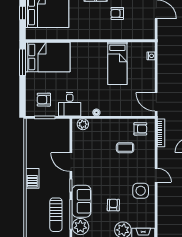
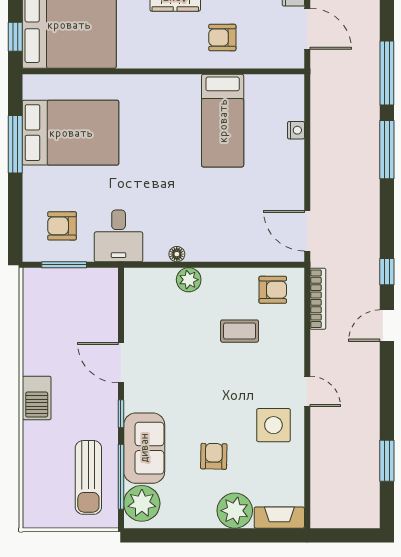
wall: (90, 41) -> (163, 71), moved
bed: (117, 63) -> (223, 121), moved
plant: (83, 124) -> (189, 280), moved

